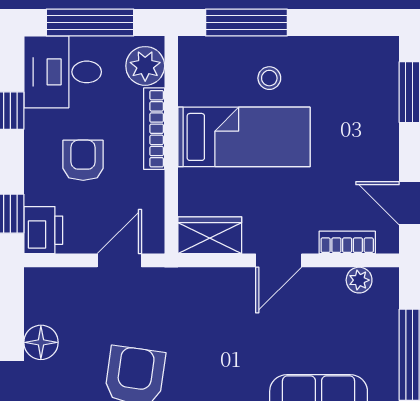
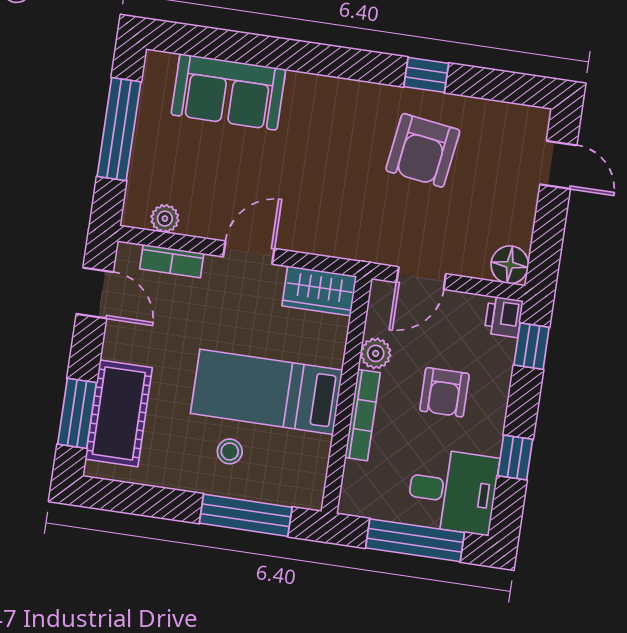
plant: (145, 66) -> (376, 353), moved, width x0.73, depth x0.73
cot: (375, 98) -> (119, 413), added
printer: (43, 230) -> (504, 317), width x0.73, depth x0.81
floor lamp: (41, 342) -> (510, 265), moved

